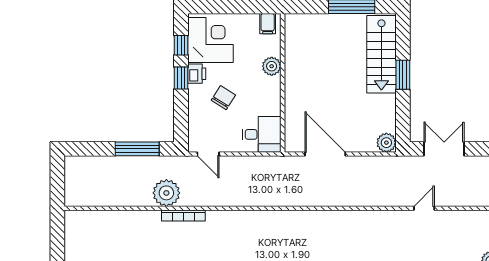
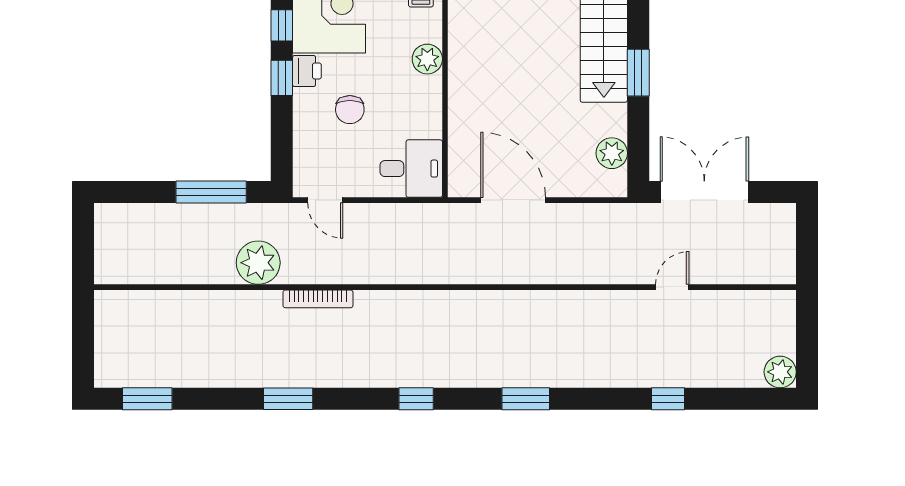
chair: (223, 98) -> (350, 110), turned 148
plant: (386, 143) -> (612, 153), moved
double door: (444, 149) -> (704, 192), width x1.37
bookcase: (183, 215) -> (318, 299), moved

